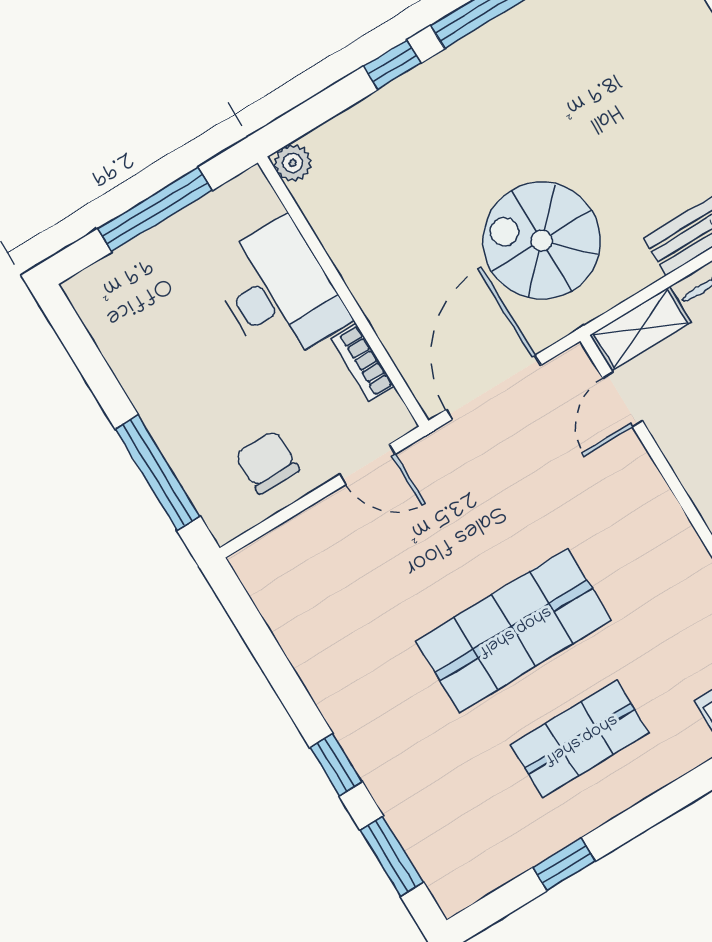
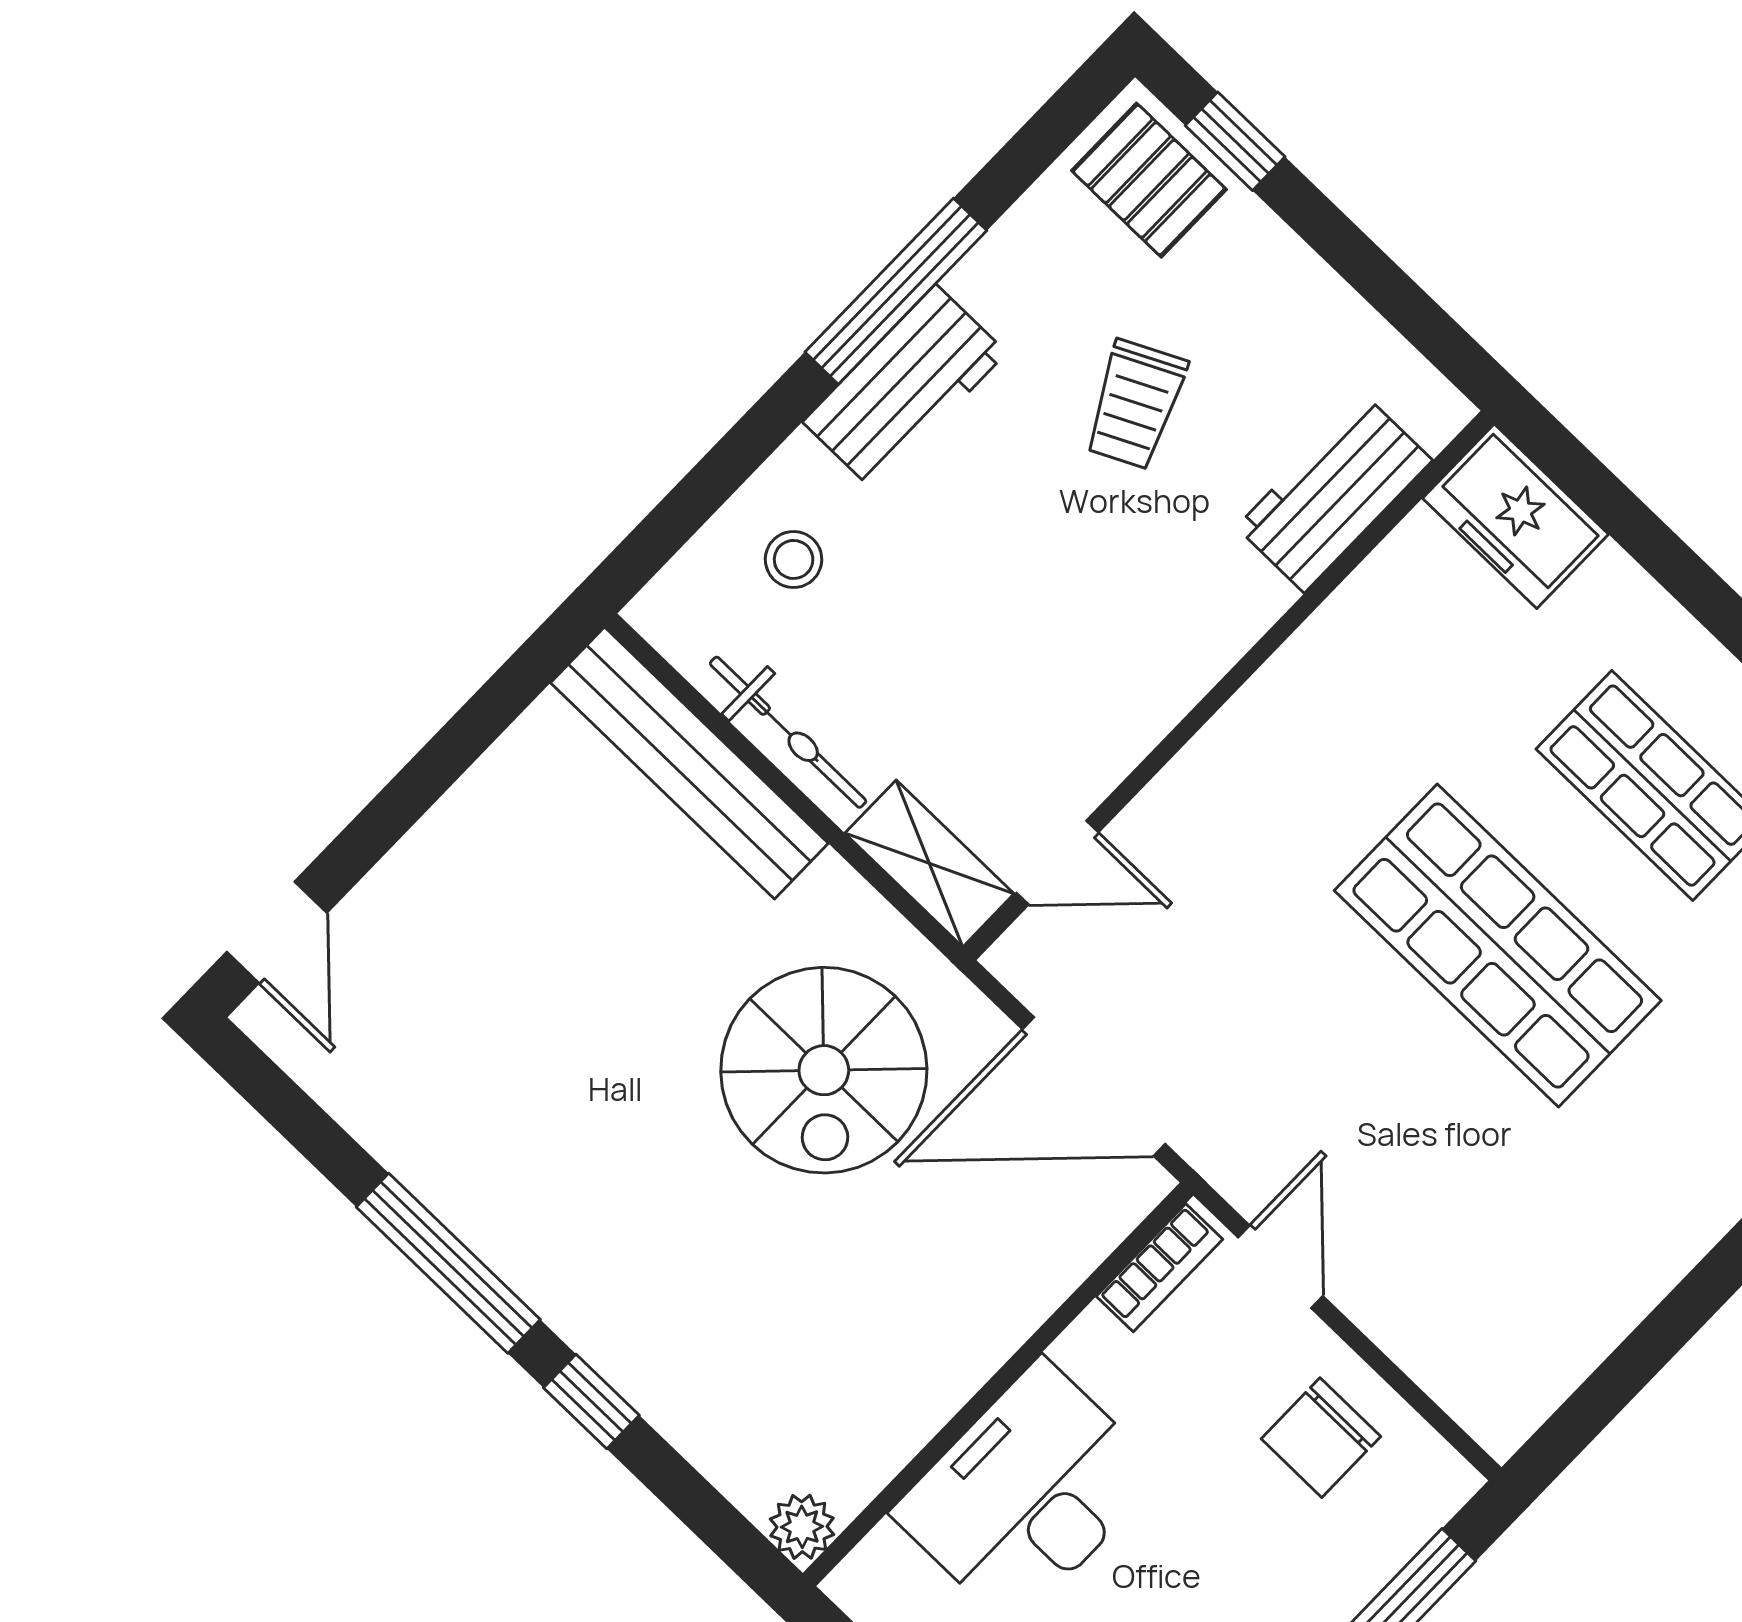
bookcase: (363, 362) -> (1160, 1268), moved

